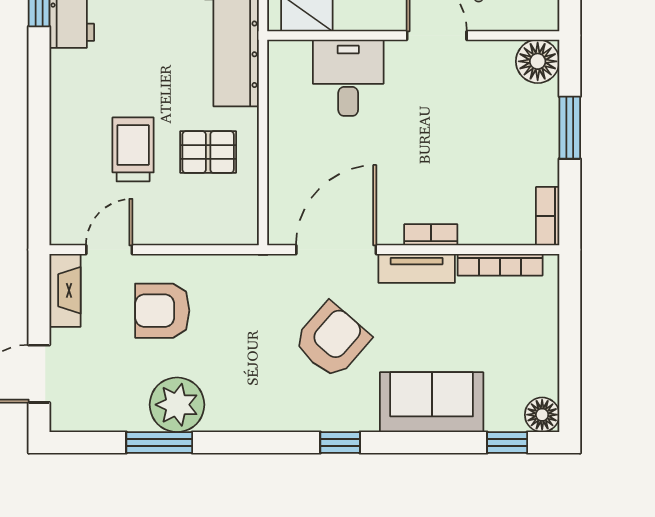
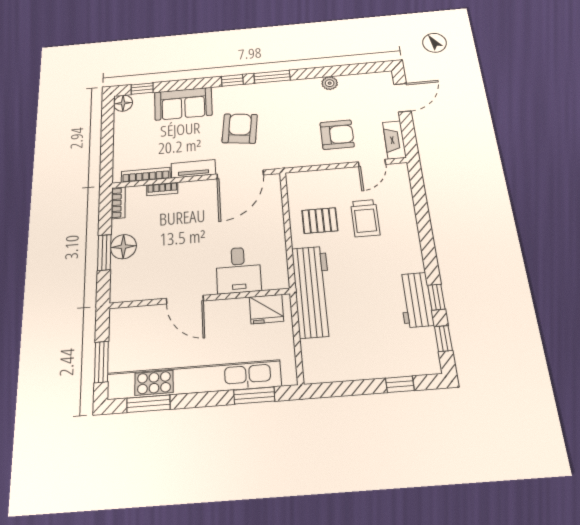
floor lamp: (538, 61) -> (123, 247), moved
bookcase: (431, 235) -> (162, 189), moved
armchair: (332, 340) -> (240, 129), turned 146
plant: (177, 405) -> (330, 83), width x0.53, depth x0.53
window: (159, 442) -> (272, 77), moved

